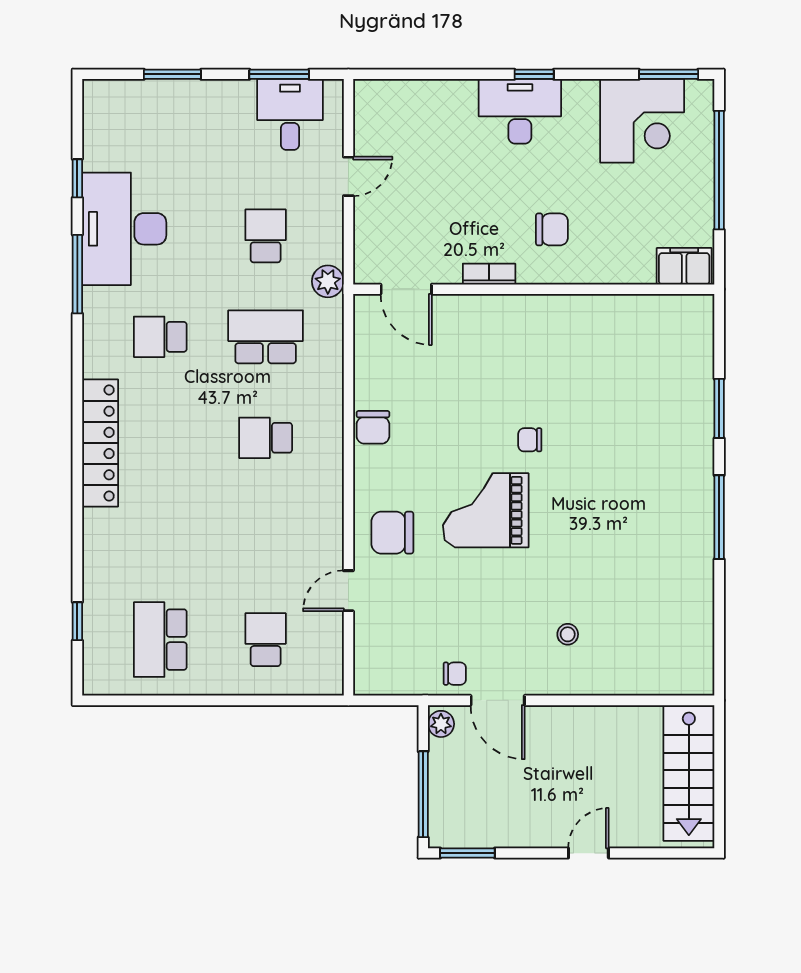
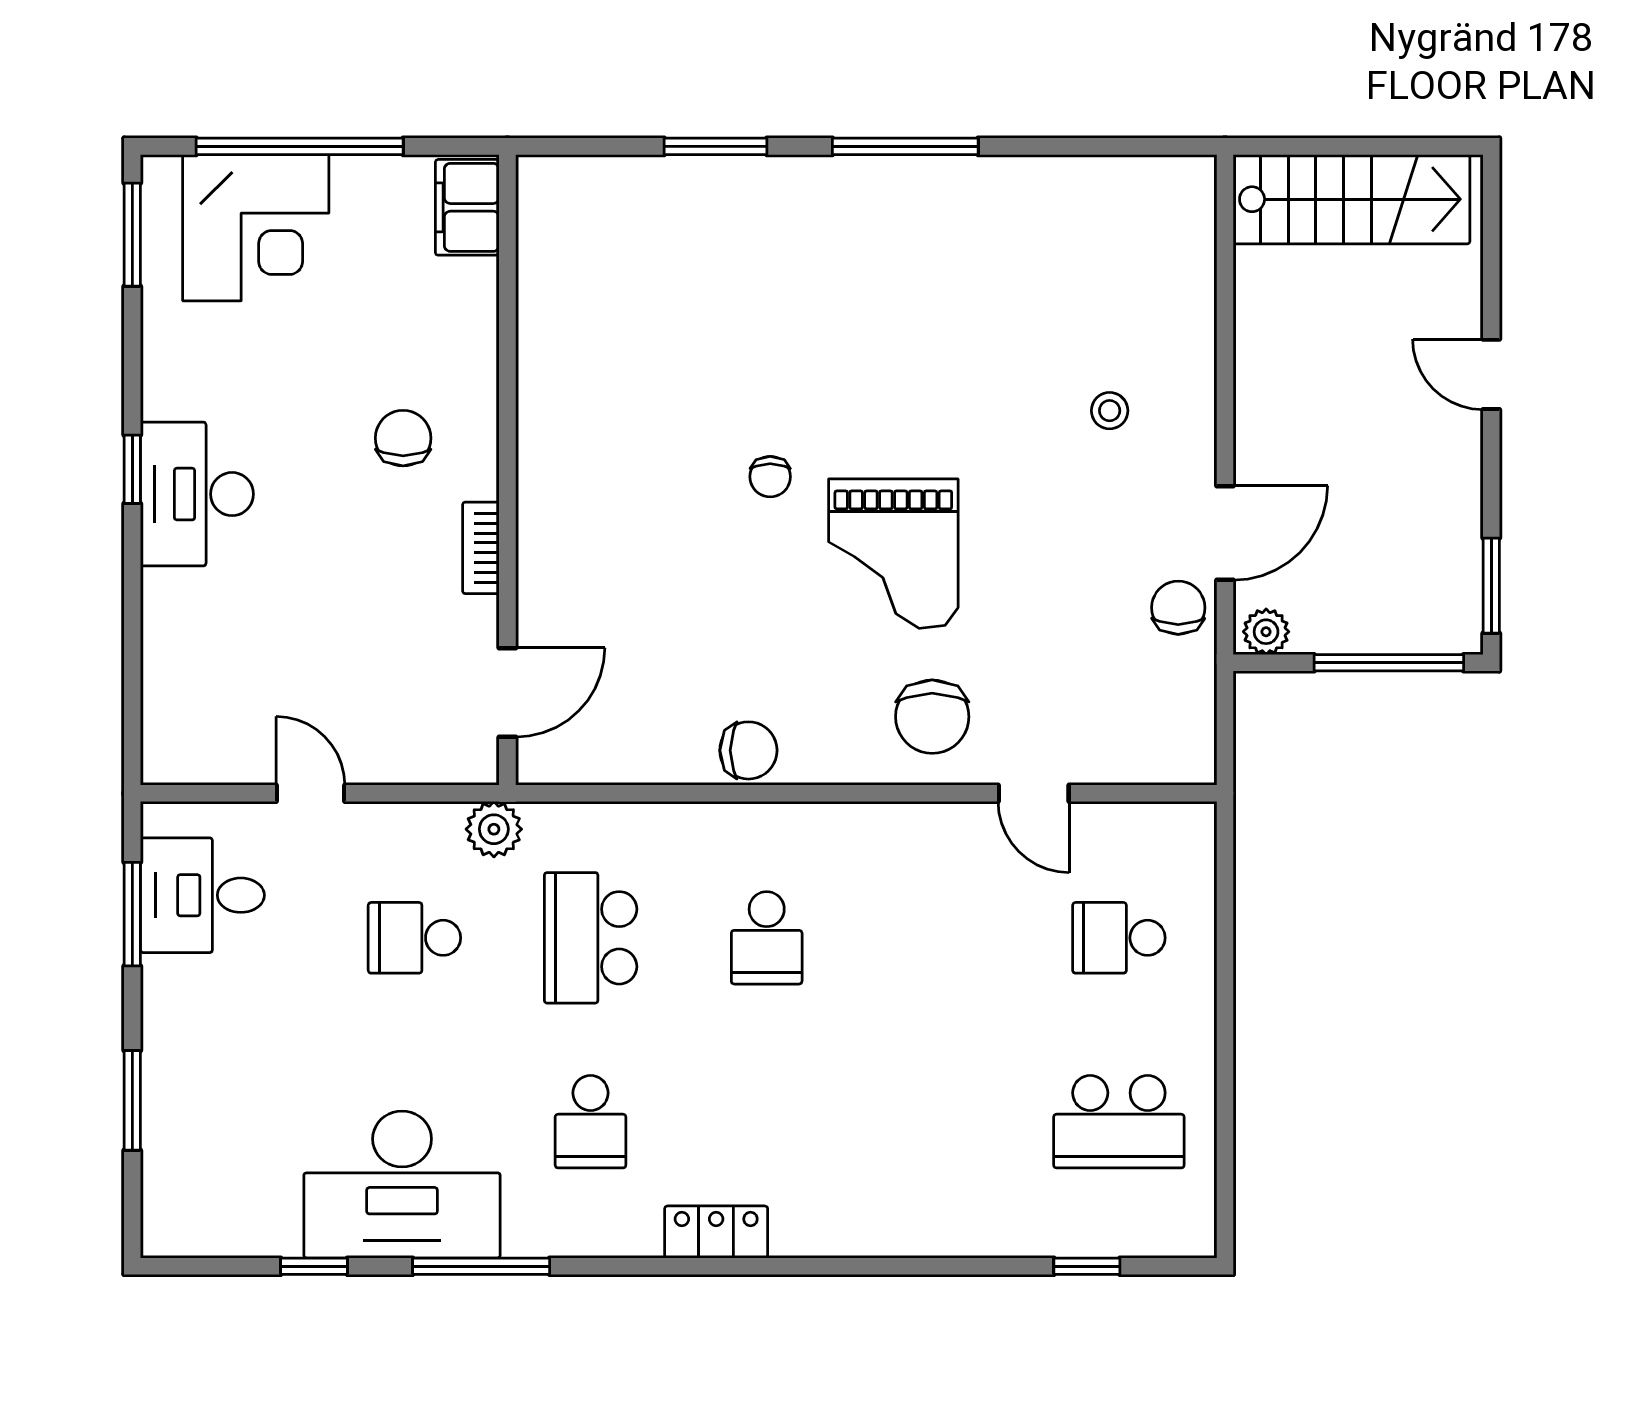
corner desk: (642, 121) -> (256, 228), moved, turned 90
locker: (100, 443) -> (716, 1232), width x0.46, depth x0.83
chair: (455, 674) -> (1178, 608), width x1.37, depth x1.37

